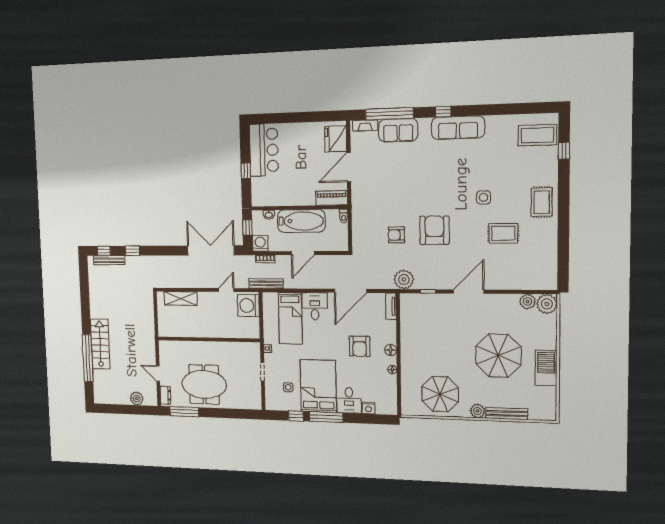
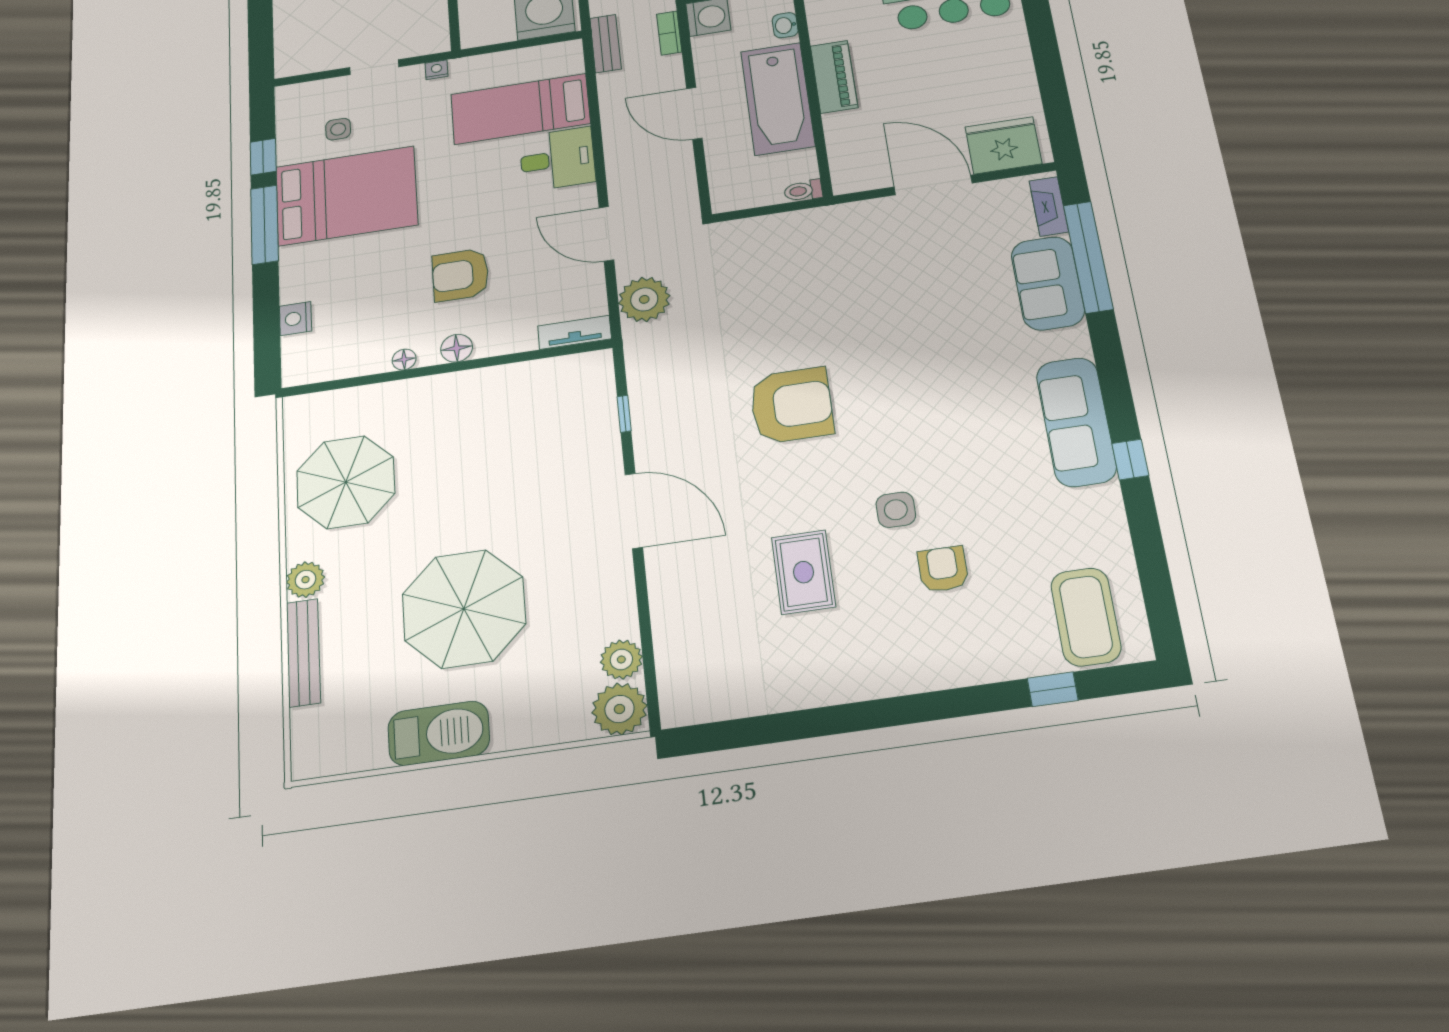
window: (443, 112) -> (1130, 459), moved
piano: (332, 198) -> (834, 77), moved
rug: (542, 202) -> (902, 654), removed
armchair: (396, 235) -> (943, 569), moved
plant: (404, 280) -> (644, 299), moved
bench: (266, 284) -> (606, 44), width x0.73
door: (350, 291) -> (606, 234), width x0.73
desk: (349, 400) -> (313, 271), removed

